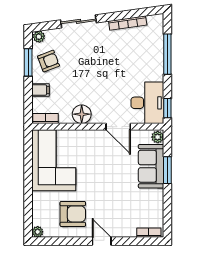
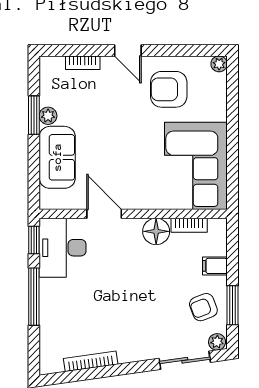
sliding door: (79, 21) -> (185, 360), moved
window: (167, 54) -> (34, 297), moved
bookcase: (45, 119) -> (189, 225), moved
plant: (158, 137) -> (48, 116), moved
window: (167, 170) -> (34, 115), moved
bookcase: (149, 233) -> (83, 63), moved

